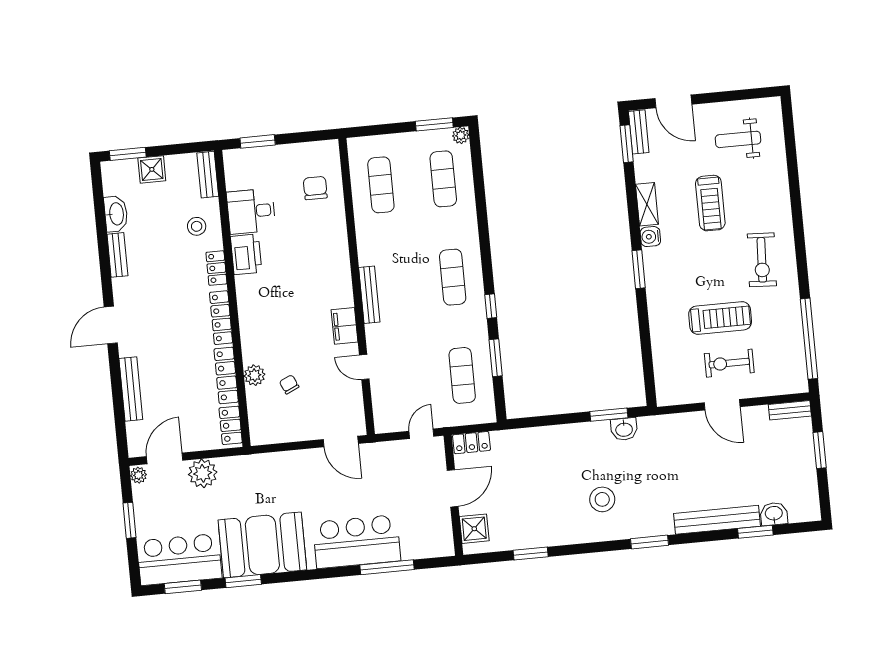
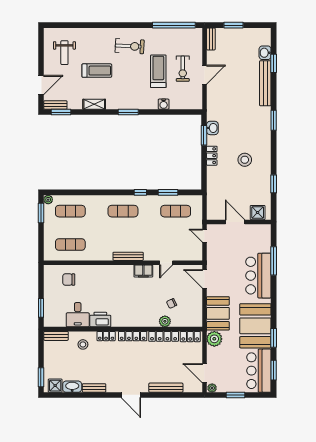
shower: (152, 169) -> (55, 386), moved
water cooler: (650, 237) -> (164, 104), moved
door: (341, 441) -> (204, 279), swing flipped
locker: (472, 443) -> (212, 156), moved
plant: (203, 473) -> (214, 339), moved
booth: (279, 473) -> (218, 313), added
stool: (602, 499) -> (245, 160), moved

